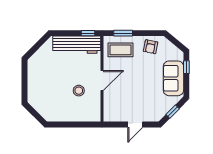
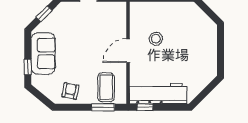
coffee table: (121, 50) -> (106, 87), turned 90

